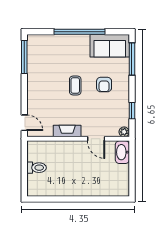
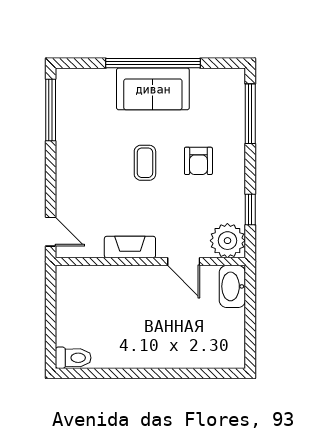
sofa: (110, 46) -> (153, 89), moved
plant: (124, 132) -> (227, 241), width x1.88, depth x1.88
toilet: (37, 168) -> (73, 358), moved

